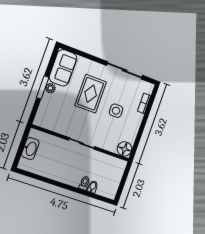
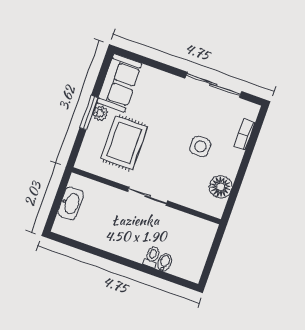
rug: (91, 94) -> (124, 143), moved
floor lamp: (125, 149) -> (221, 187), moved

